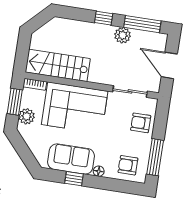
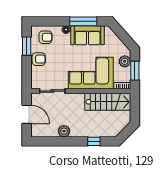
window: (104, 18) -> (94, 141), moved
window: (142, 24) -> (51, 141), removed
armchair: (141, 123) -> (39, 59), moved
window: (155, 157) -> (27, 46), width x0.69
window: (74, 179) -> (83, 21), width x2.17

